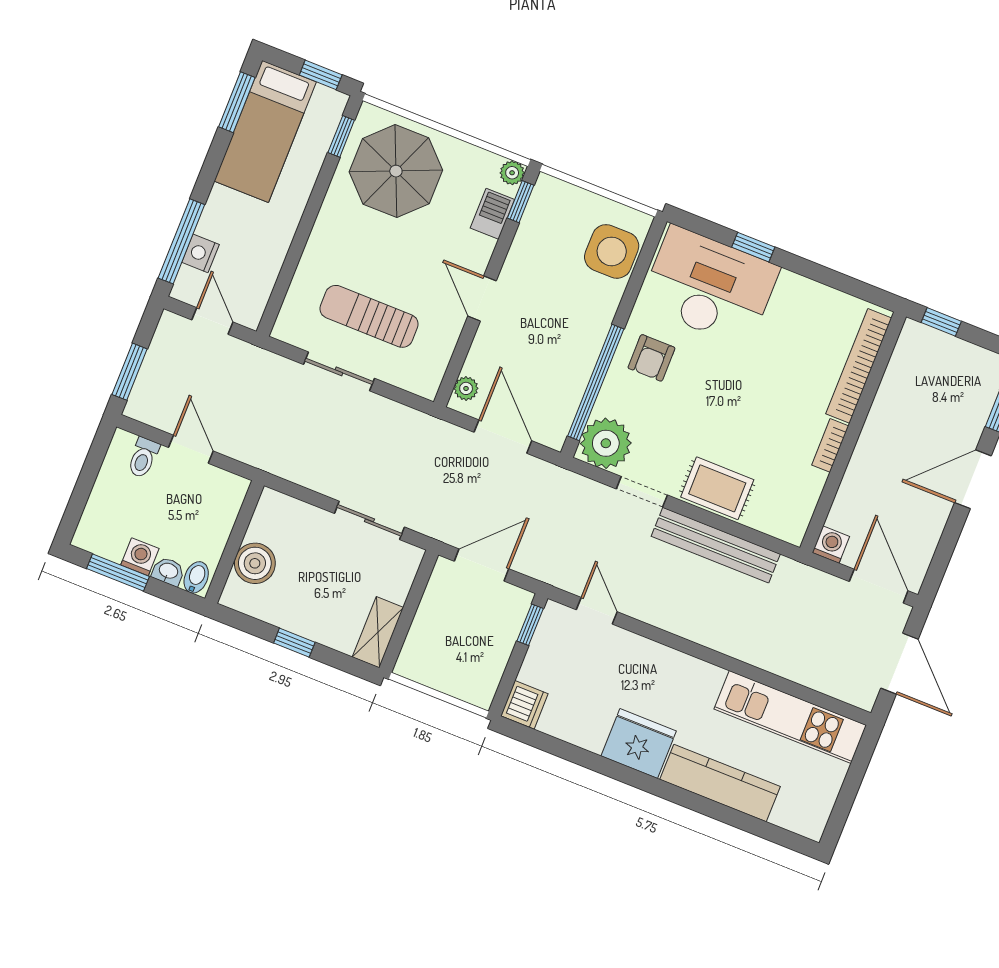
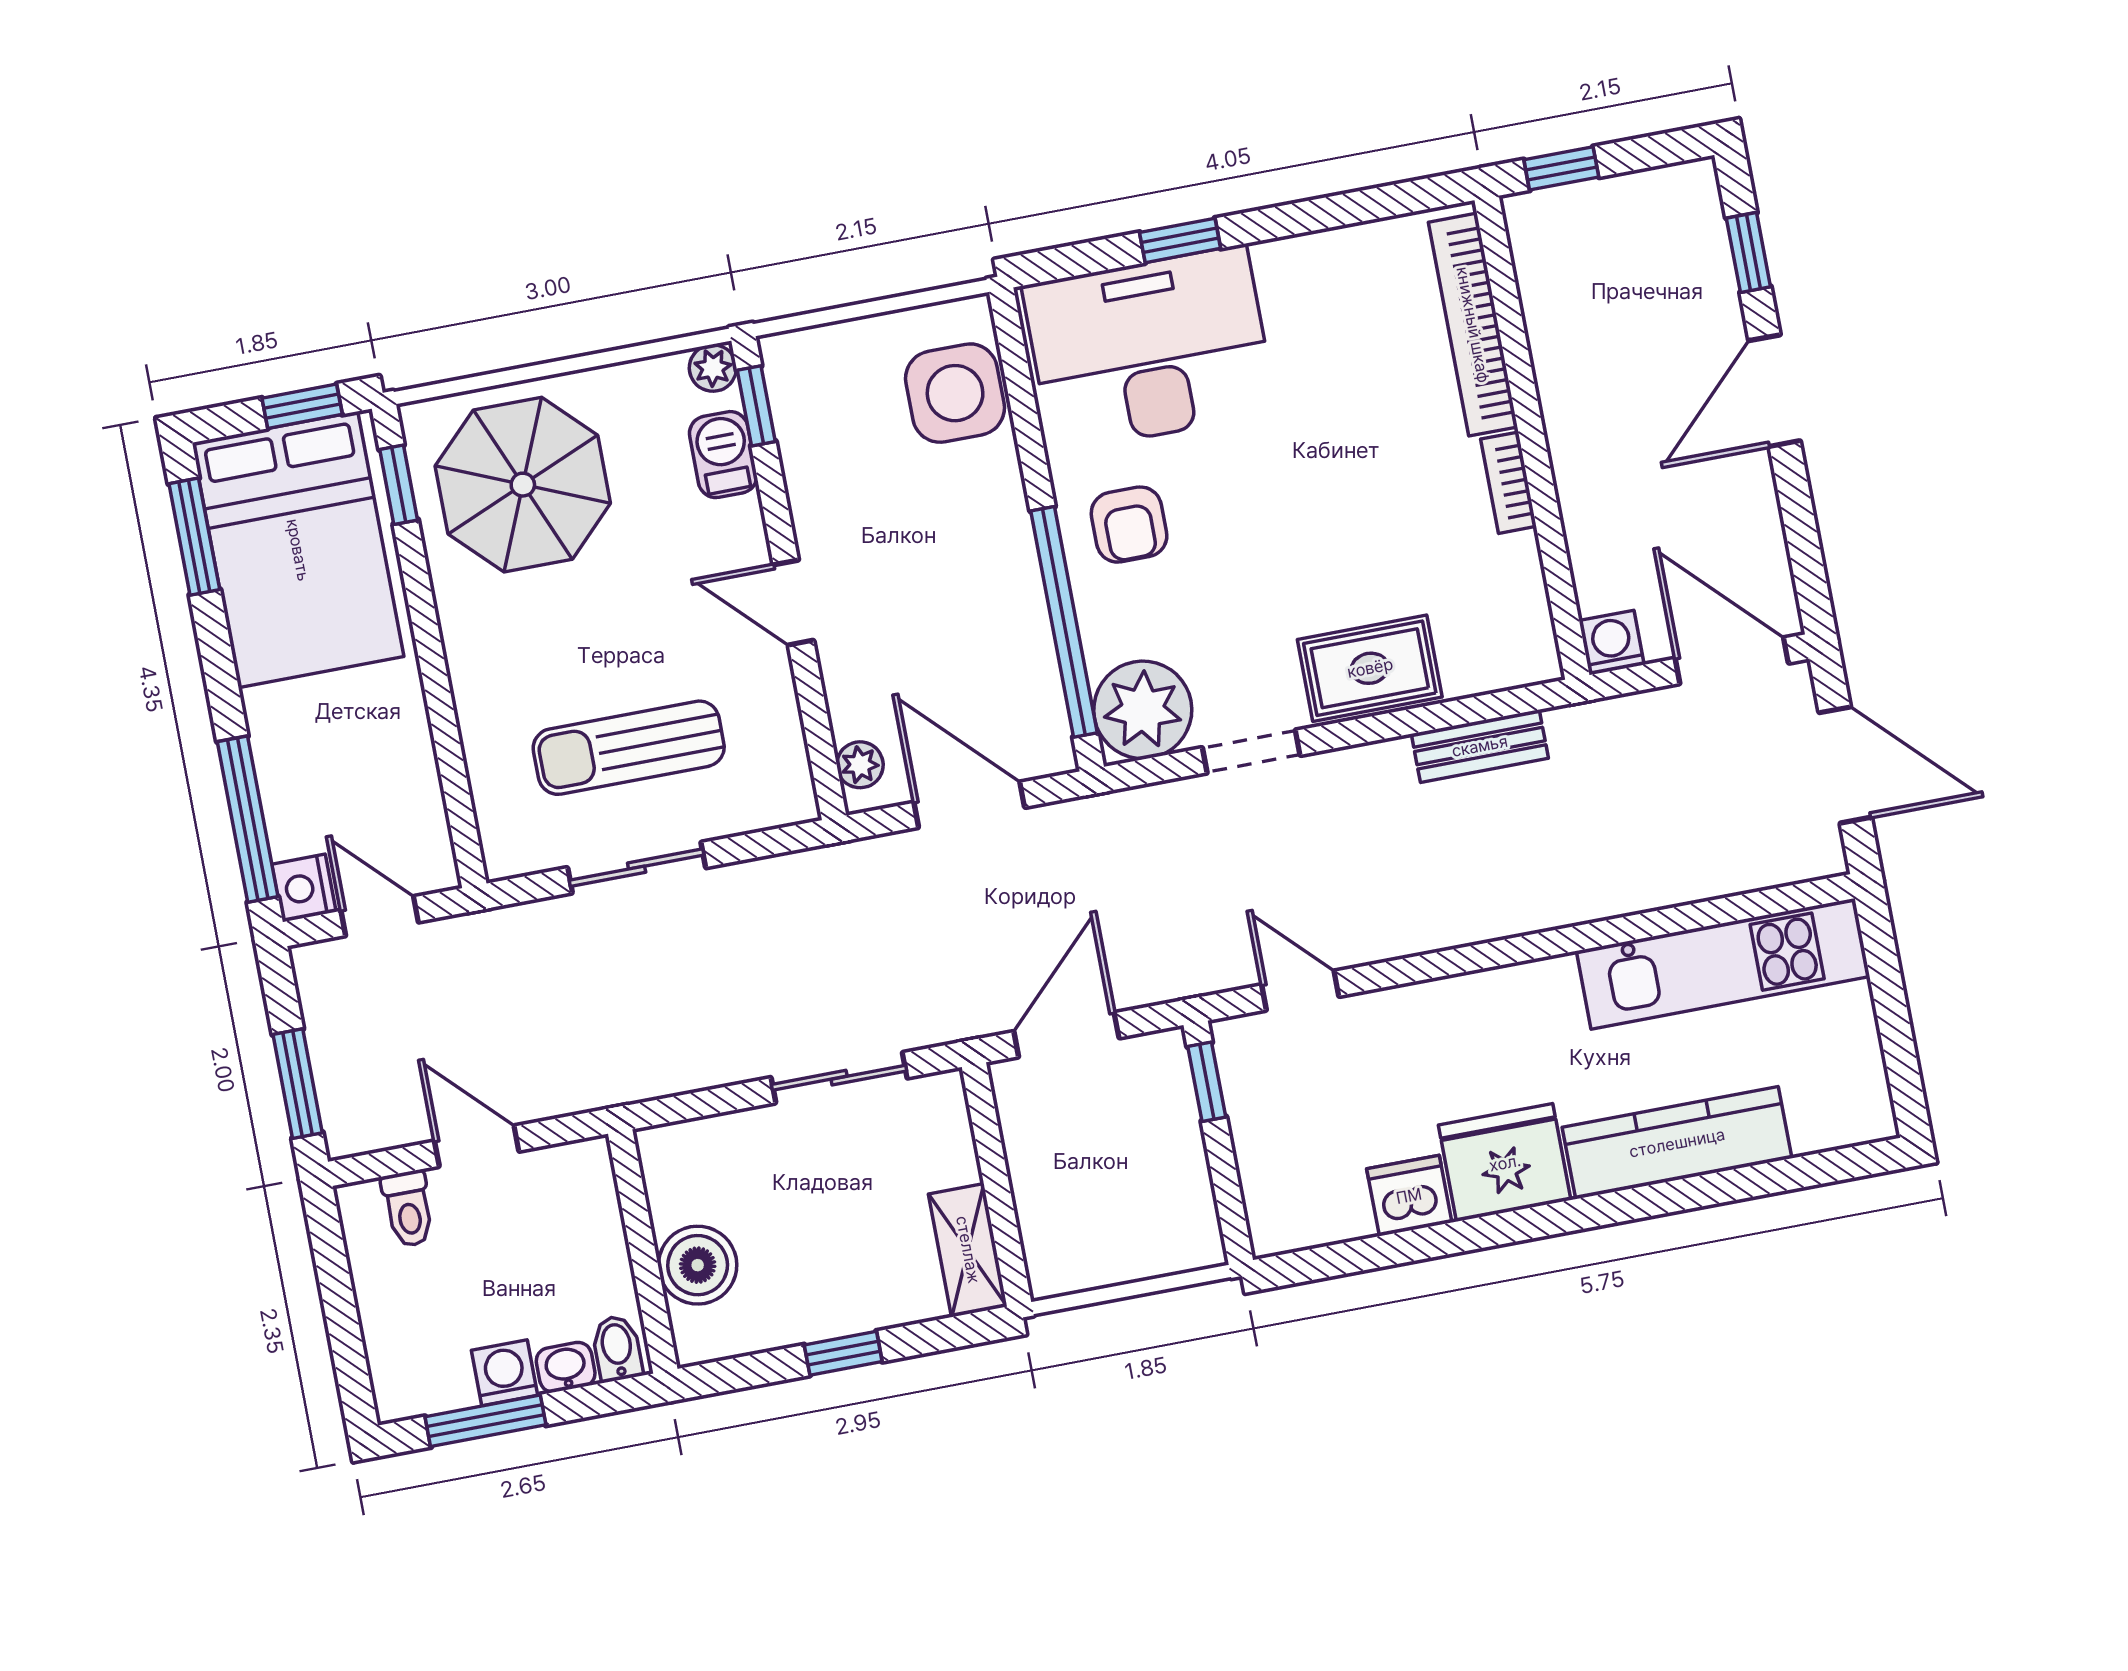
bed: (265, 131) -> (298, 550), width x1.50
nightstand: (200, 253) -> (304, 888), moved
bench: (716, 545) -> (1480, 746), width x0.54, depth x0.82
dishwasher: (524, 705) -> (1409, 1196), moved, turned -90

